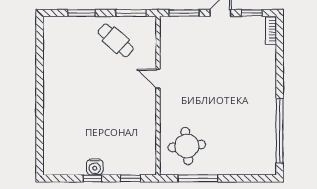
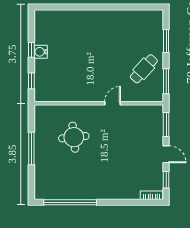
round table: (187, 146) -> (74, 137), moved
window: (198, 178) -> (31, 148), moved

